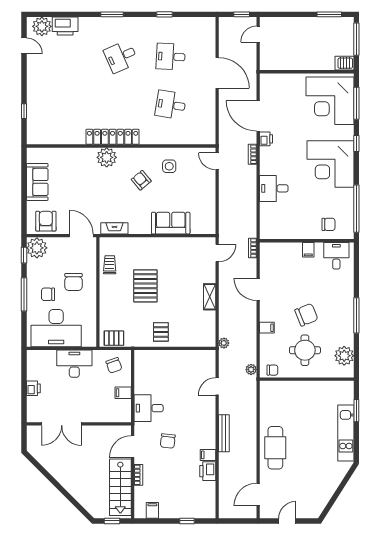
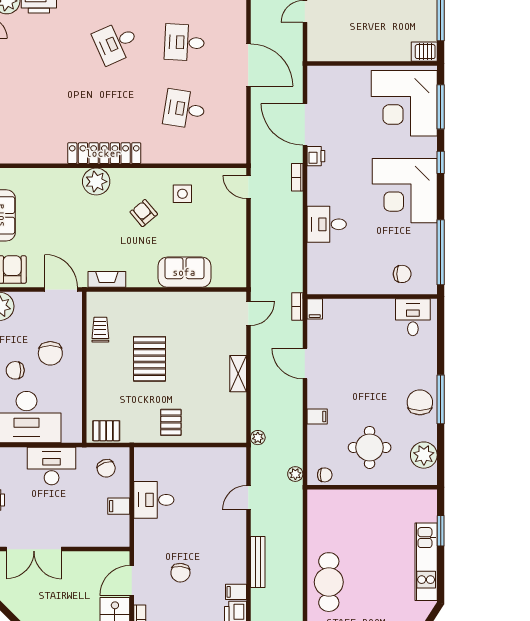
filing cabinet: (308, 250) -> (315, 309), moved
chair: (306, 315) -> (420, 402), moved, turned -68
desk: (149, 408) -> (154, 500), moved

